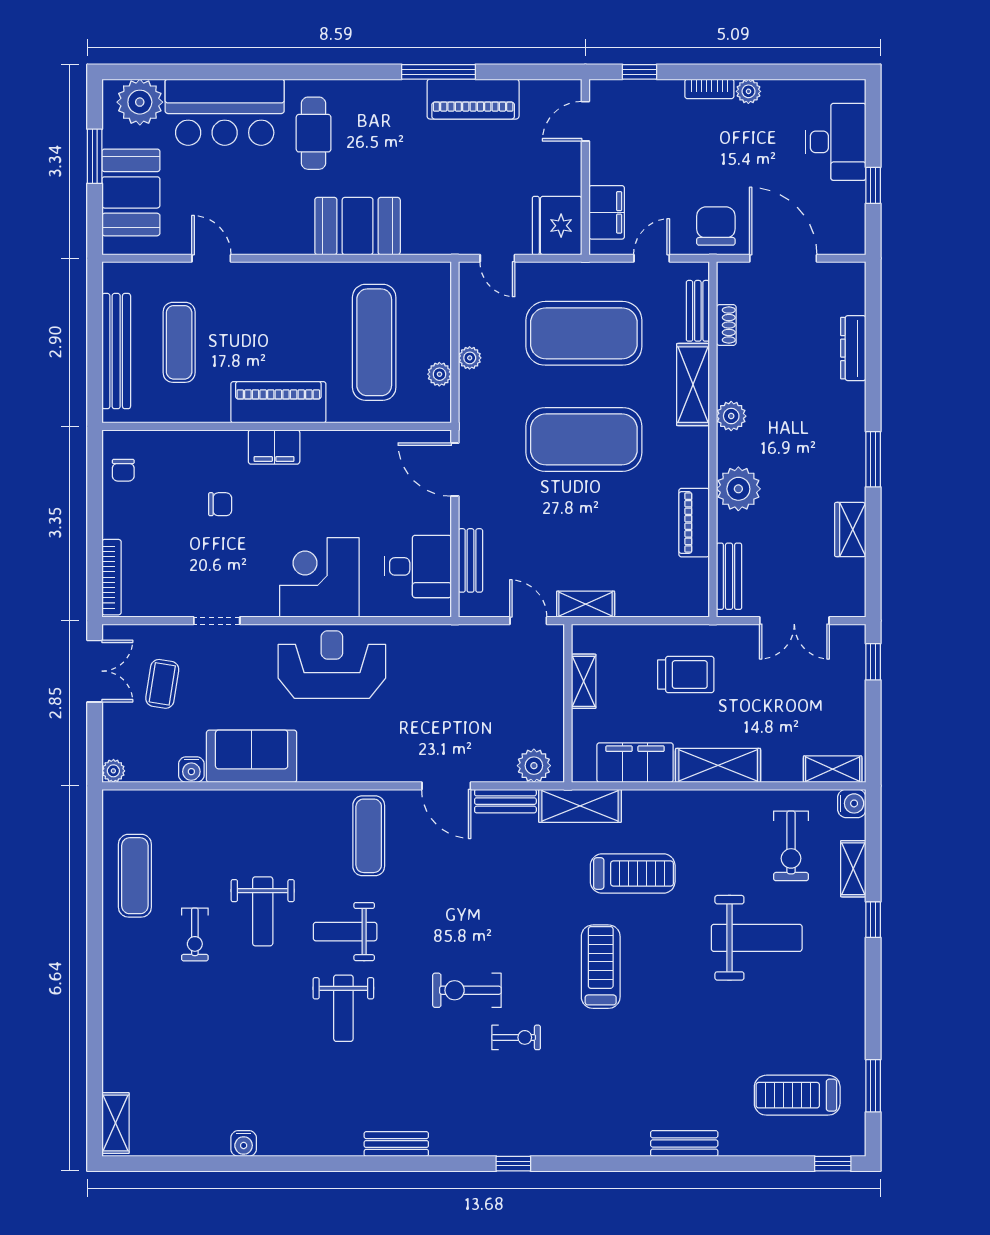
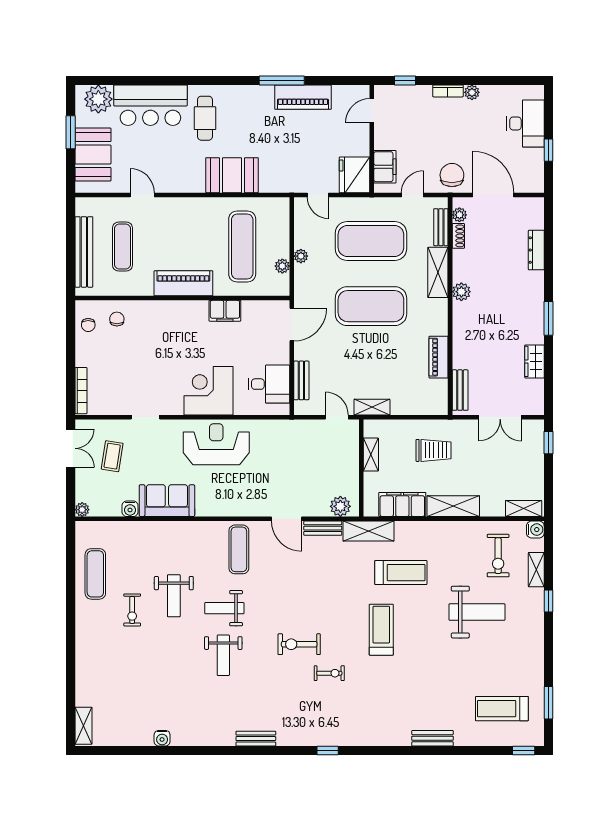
filing cabinet: (274, 447) -> (225, 311), moved
door: (455, 469) -> (292, 325), swing flipped
plant: (738, 489) -> (459, 215), moved, width x0.53, depth x0.53
chair: (220, 504) -> (117, 319), moved, turned -90

